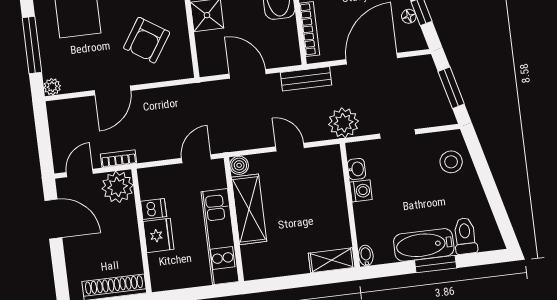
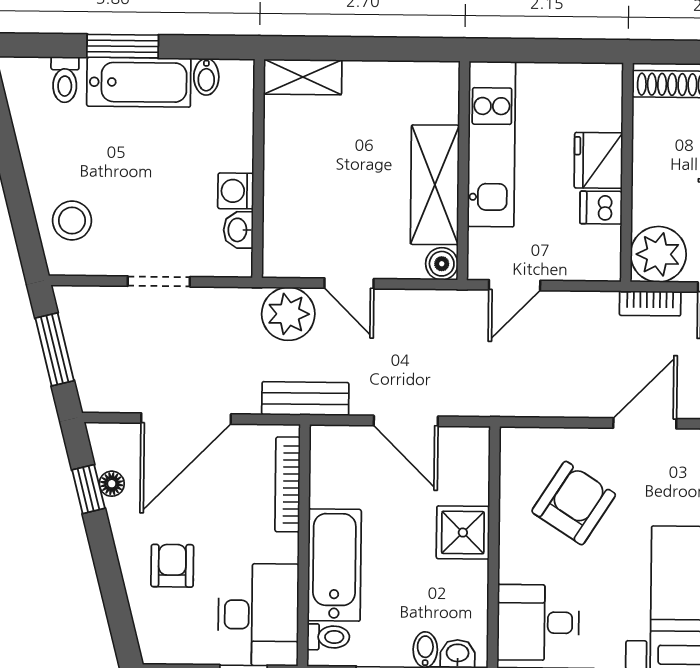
plant: (344, 123) -> (288, 314), moved
toilet: (465, 236) -> (65, 80), width x0.73, depth x0.72
bidet: (366, 256) -> (206, 77), moved

